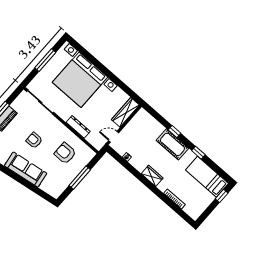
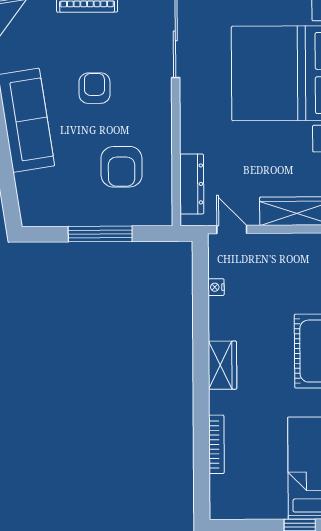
dresser: (78, 127) -> (192, 184), moved
armchair: (65, 153) -> (122, 167), turned 180

